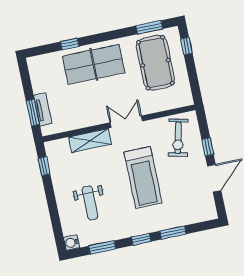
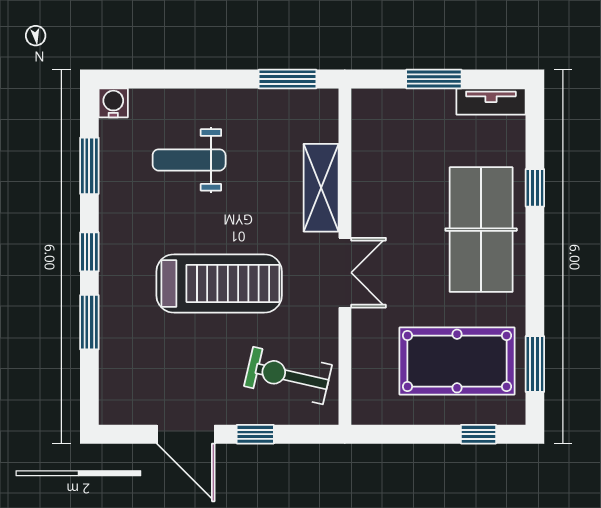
tv unit: (43, 109) -> (491, 102), moved
window: (33, 113) -> (434, 79), moved
window: (44, 166) -> (288, 79), width x1.50
treadmill: (143, 178) -> (219, 283), turned 180

